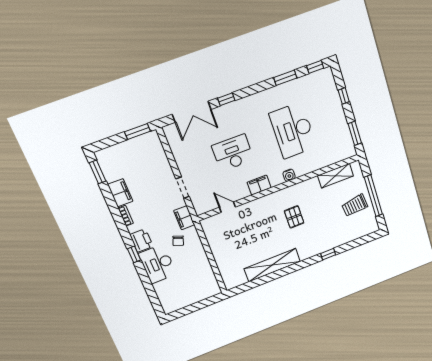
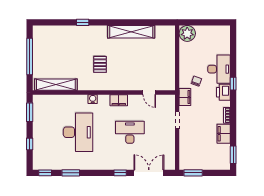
desk: (233, 153) -> (130, 132), turned 180
shelving: (335, 176) -> (56, 85), width x1.47
trolley: (355, 205) -> (48, 54), removed
plant: (210, 288) -> (187, 33), added

